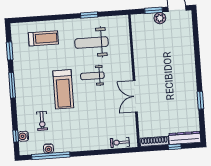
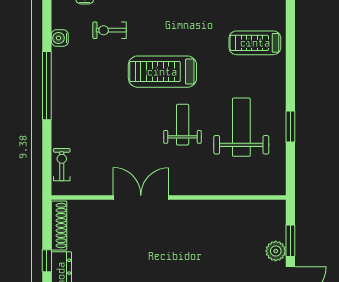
treadmill: (43, 38) -> (255, 43), turned 90
window: (51, 156) -> (47, 86), moved

